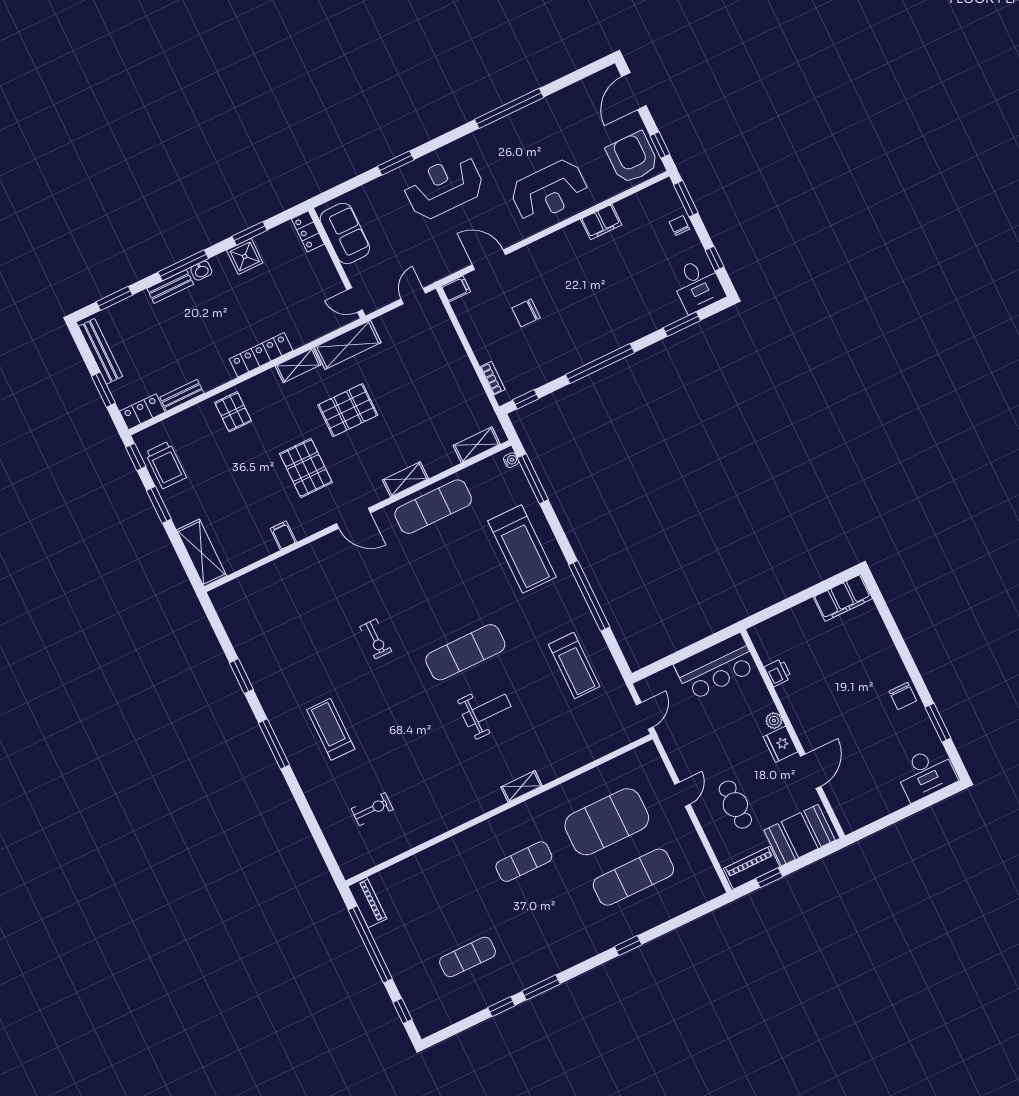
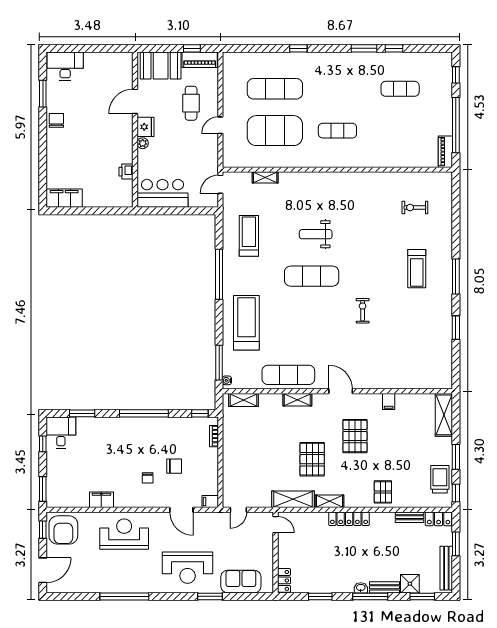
chair: (679, 226) -> (148, 478), moved
sofa: (345, 233) -> (241, 582), moved, turned 90
shower: (245, 256) -> (410, 584), moved
pallet: (348, 410) -> (312, 459), turned 90
shelving: (522, 786) -> (265, 177), moved

